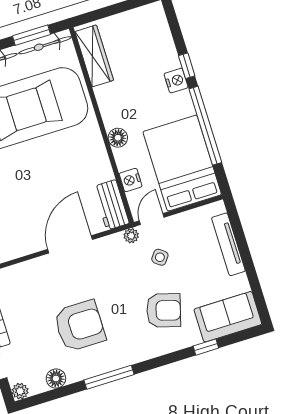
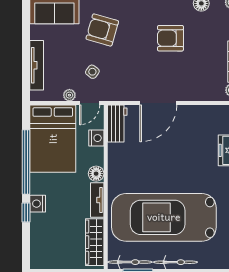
tv unit: (107, 107) -> (97, 200), added
plant: (131, 236) -> (69, 95), moved
armchair: (80, 326) -> (170, 38), width x0.73, depth x0.73

